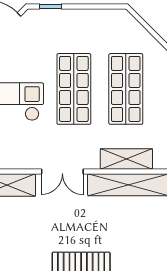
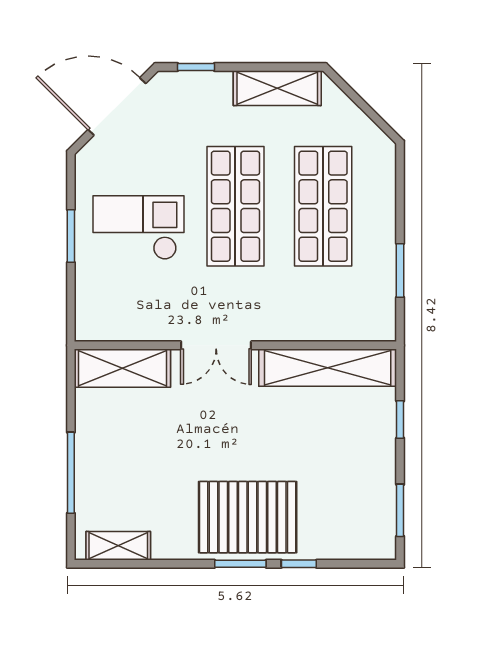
shelving: (126, 159) -> (277, 88), moved

